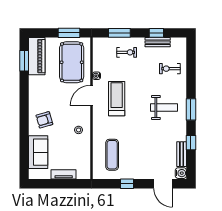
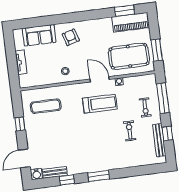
window: (119, 33) -> (163, 98), width x1.44
bench: (158, 42) -> (159, 140), width x1.36
exercise bike: (170, 69) -> (130, 131), moved
weight bench: (164, 107) -> (97, 150), removed

